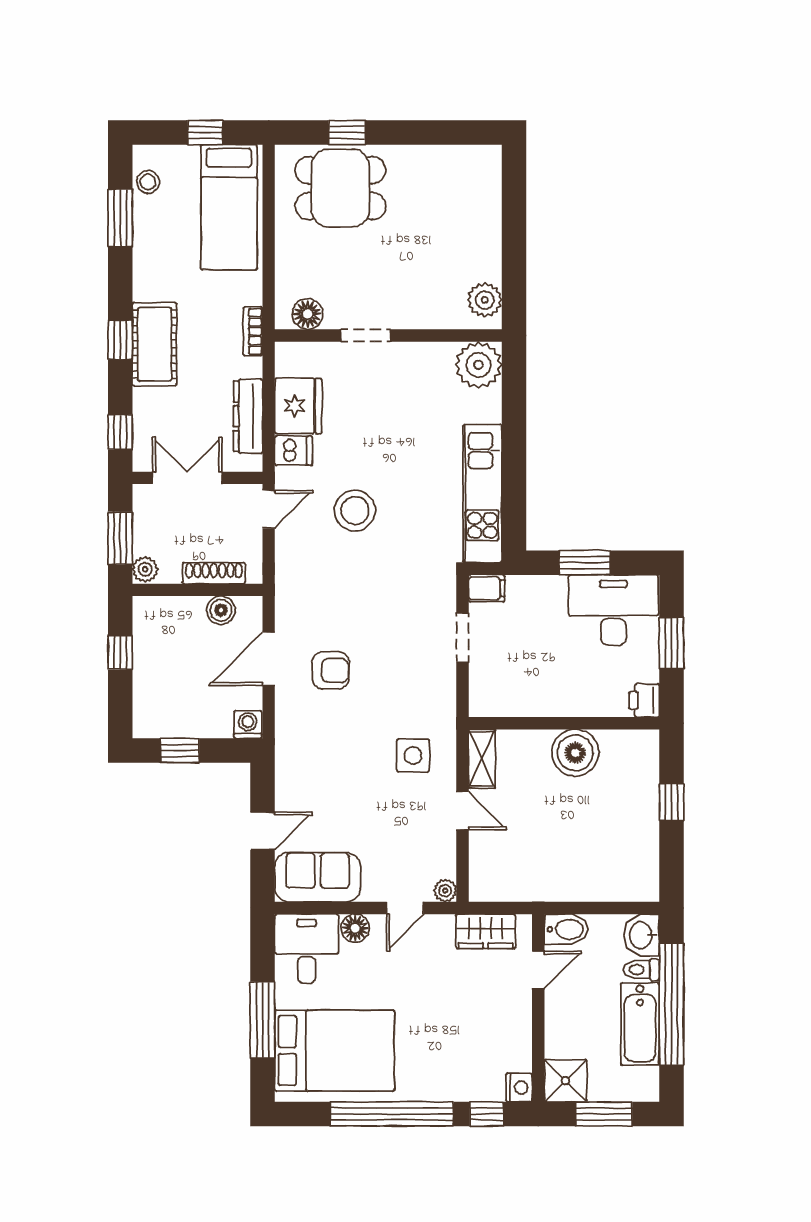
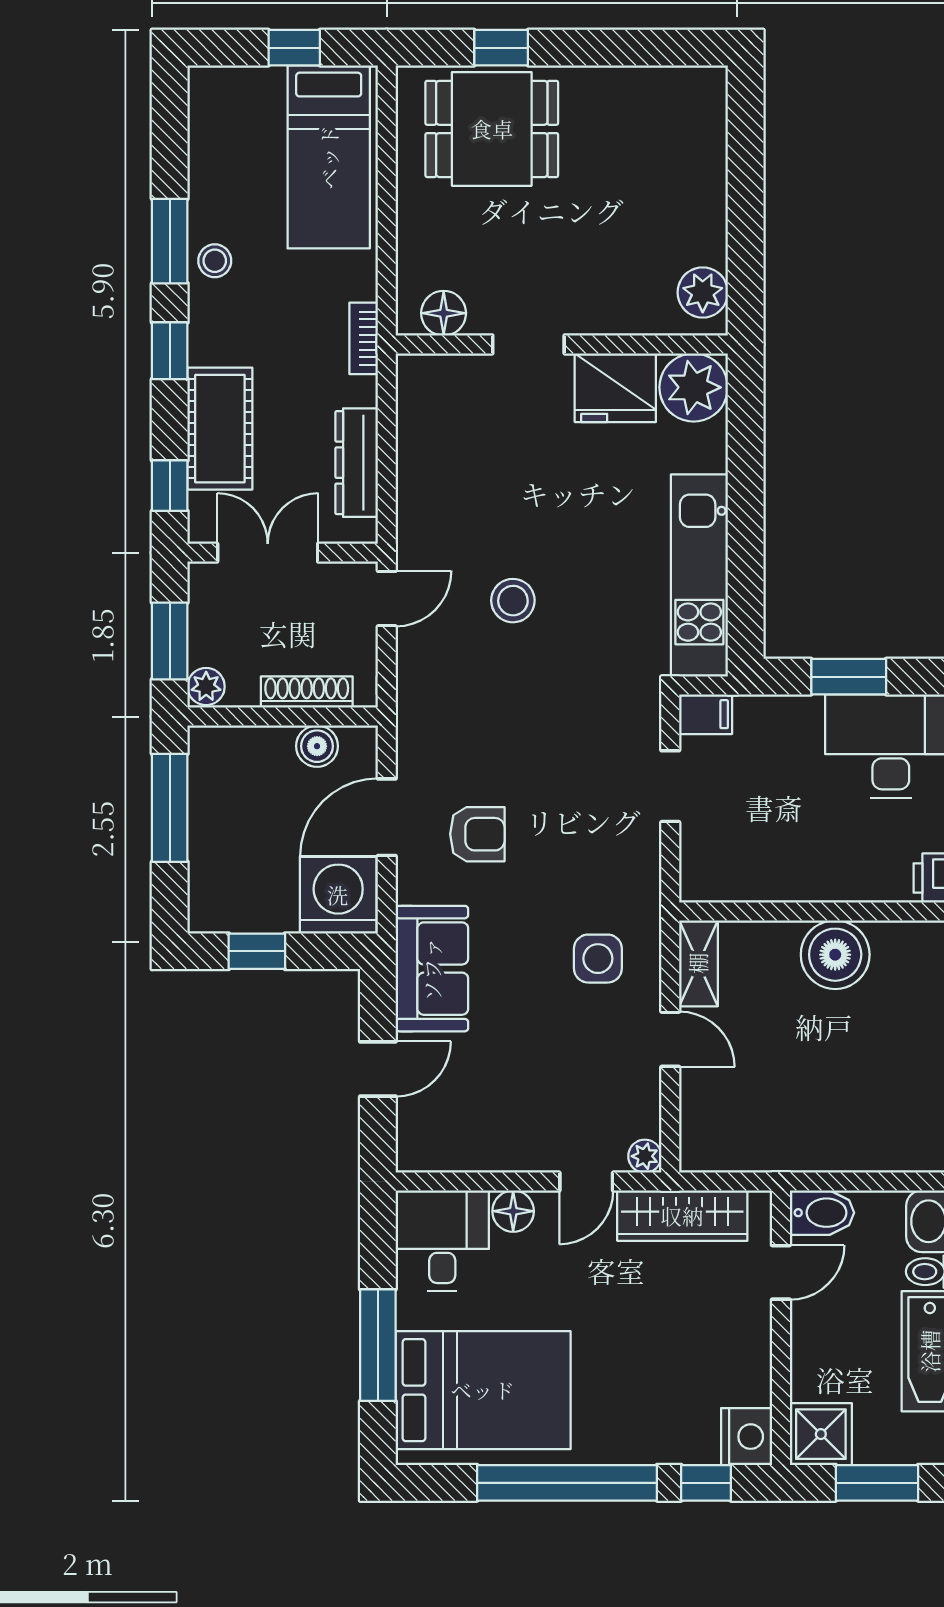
stool: (148, 182) -> (215, 261), moved
window: (120, 218) -> (170, 241), moved
cot: (155, 344) -> (220, 429), moved
fridge: (298, 406) -> (615, 388), moved, turned 90
dishwasher: (294, 451) -> (423, 513), removed
stool: (355, 511) -> (513, 601), width x0.73, depth x0.73
window: (120, 652) -> (170, 808), width x2.17
washing machine: (248, 724) -> (338, 895), width x1.89, depth x1.89
sofa: (318, 877) -> (432, 969), moved, turned 90
wardrobe: (486, 931) -> (682, 1216), width x1.50
nightstand: (519, 1088) -> (747, 1437), width x1.36, depth x1.33

